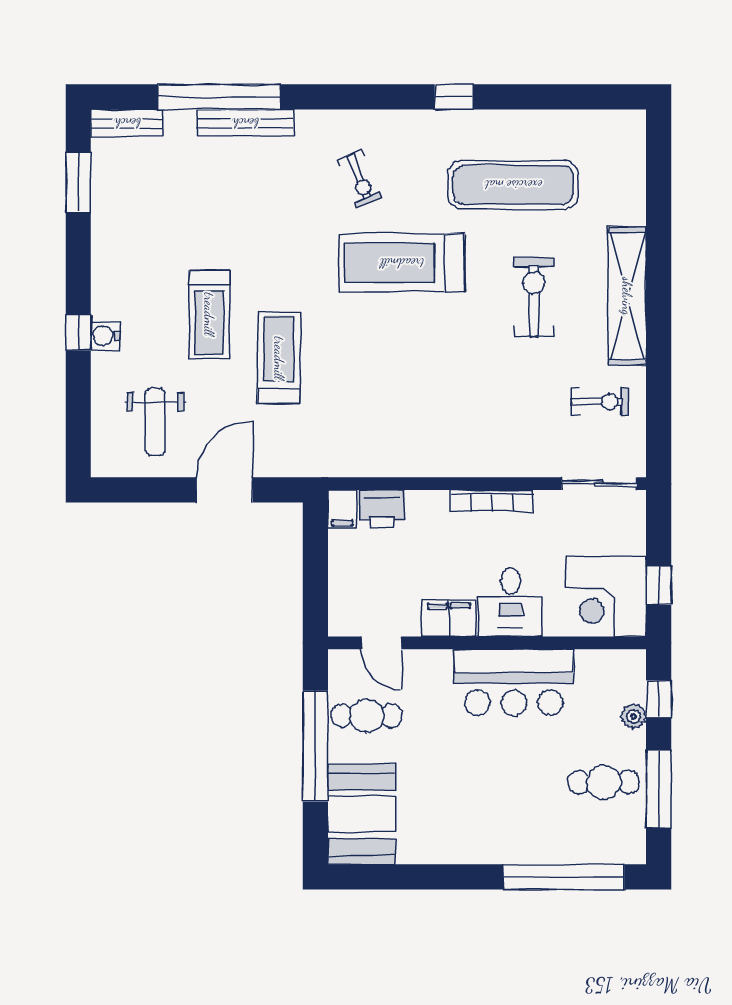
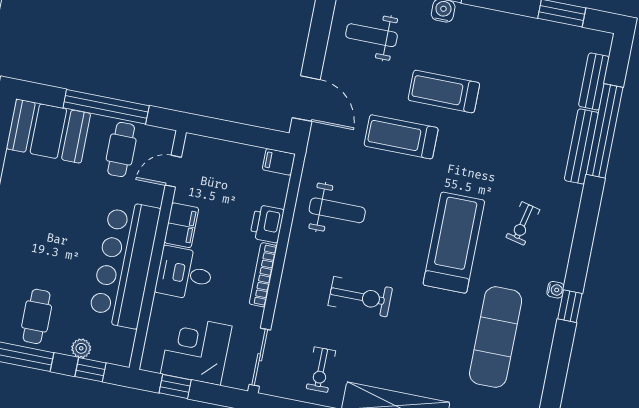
water cooler: (437, 120) -> (555, 290), added
bench: (127, 123) -> (594, 81), moved
exercise bike: (360, 179) -> (523, 224), turned -55
exercise bike: (534, 297) -> (360, 297), moved
treadmill: (279, 358) -> (401, 137), turned 180
weight bench: (390, 421) -> (337, 210), added
door: (225, 490) -> (306, 99), moved
printer: (382, 509) -> (267, 224), moved
corner desk: (606, 596) -> (196, 350), moved
bar counter: (514, 682) -> (124, 264), width x1.36

